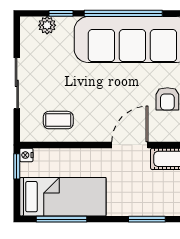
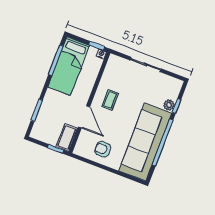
plant: (47, 25) -> (169, 105), moved
coffee table: (58, 120) -> (110, 100), moved

